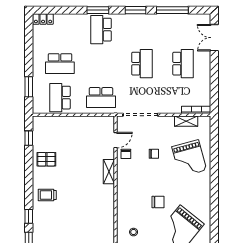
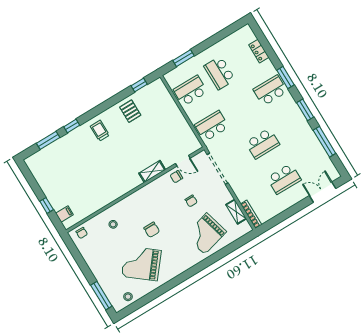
locker: (43, 19) -> (259, 51), moved
school desk: (101, 98) -> (212, 126), turned 90

